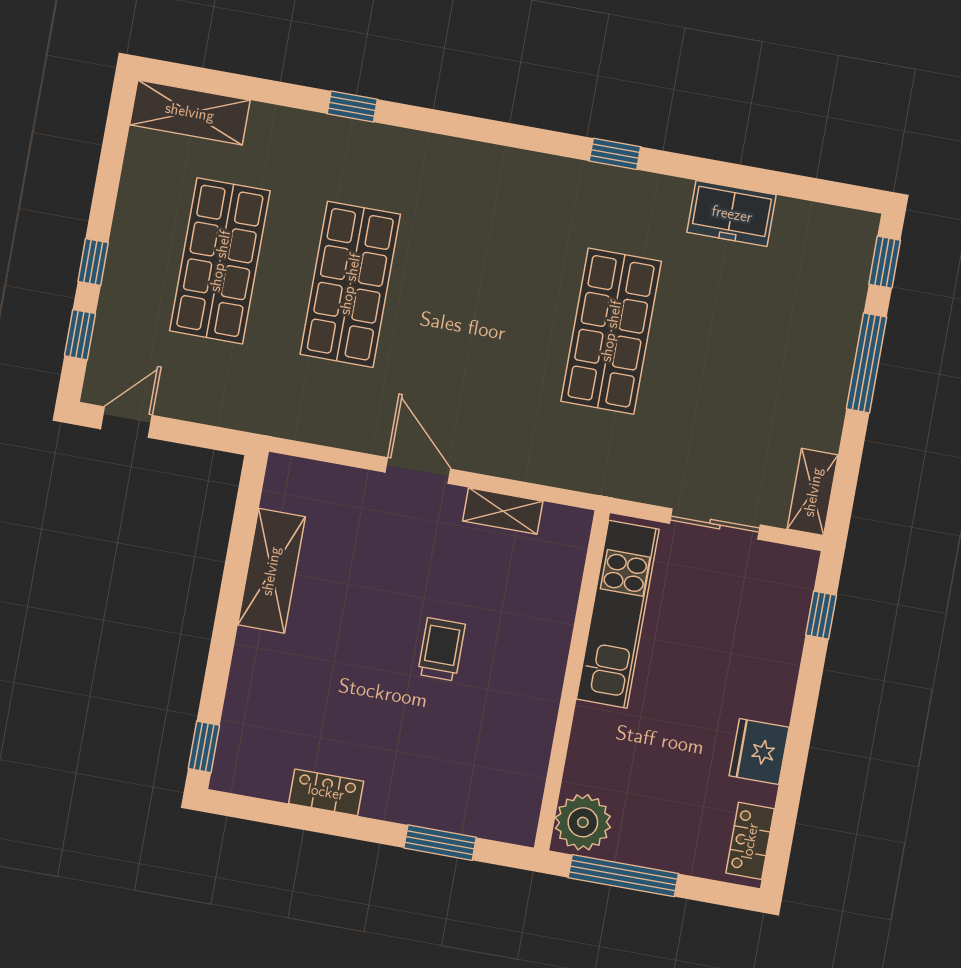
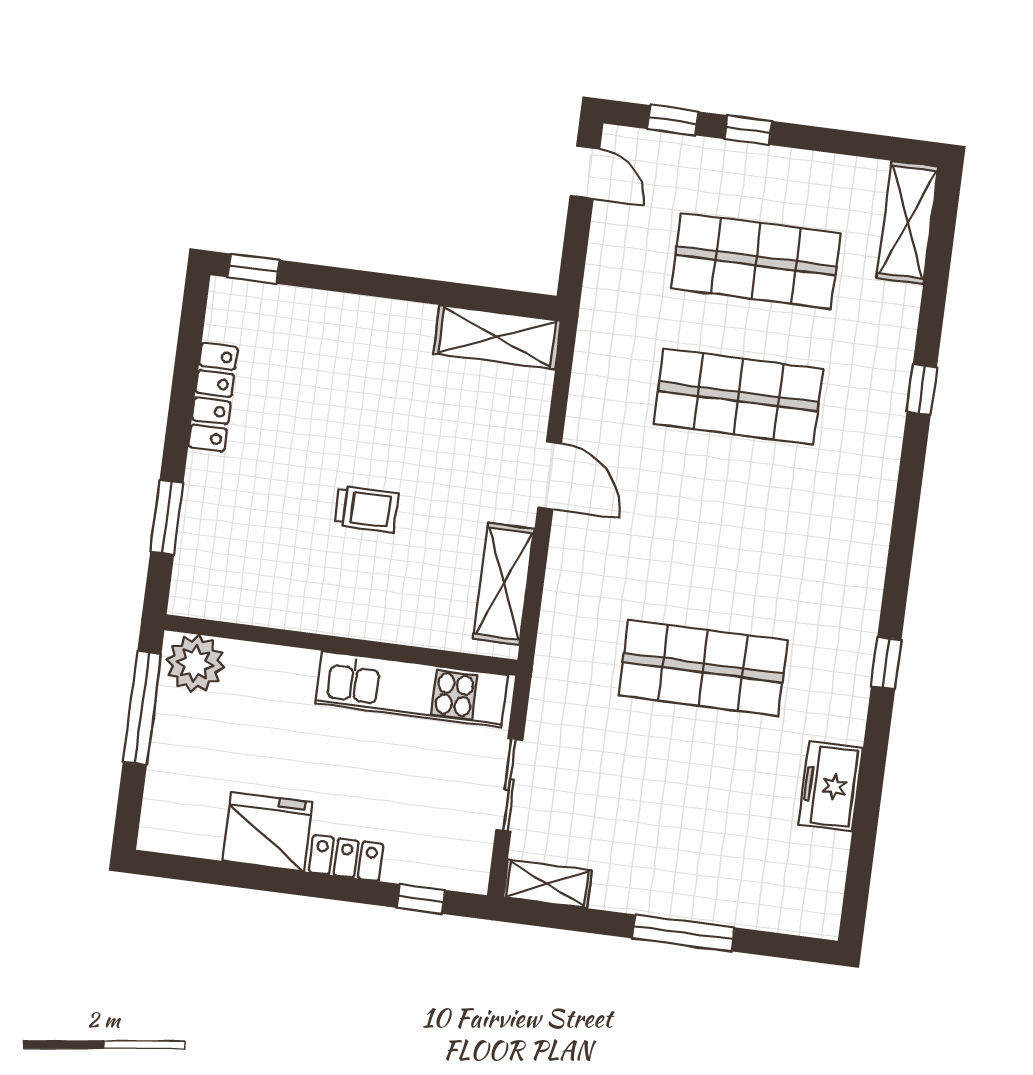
window: (885, 262) -> (788, 947), removed
door: (418, 471) -> (550, 475), hinge flipped
shelving: (503, 511) -> (504, 584), width x1.50, depth x1.33
shelving: (271, 571) -> (497, 337), moved
fridge: (759, 752) -> (267, 832), width x1.36, depth x1.34
locker: (326, 792) -> (213, 397), width x1.53
locker: (750, 841) -> (346, 858), moved

